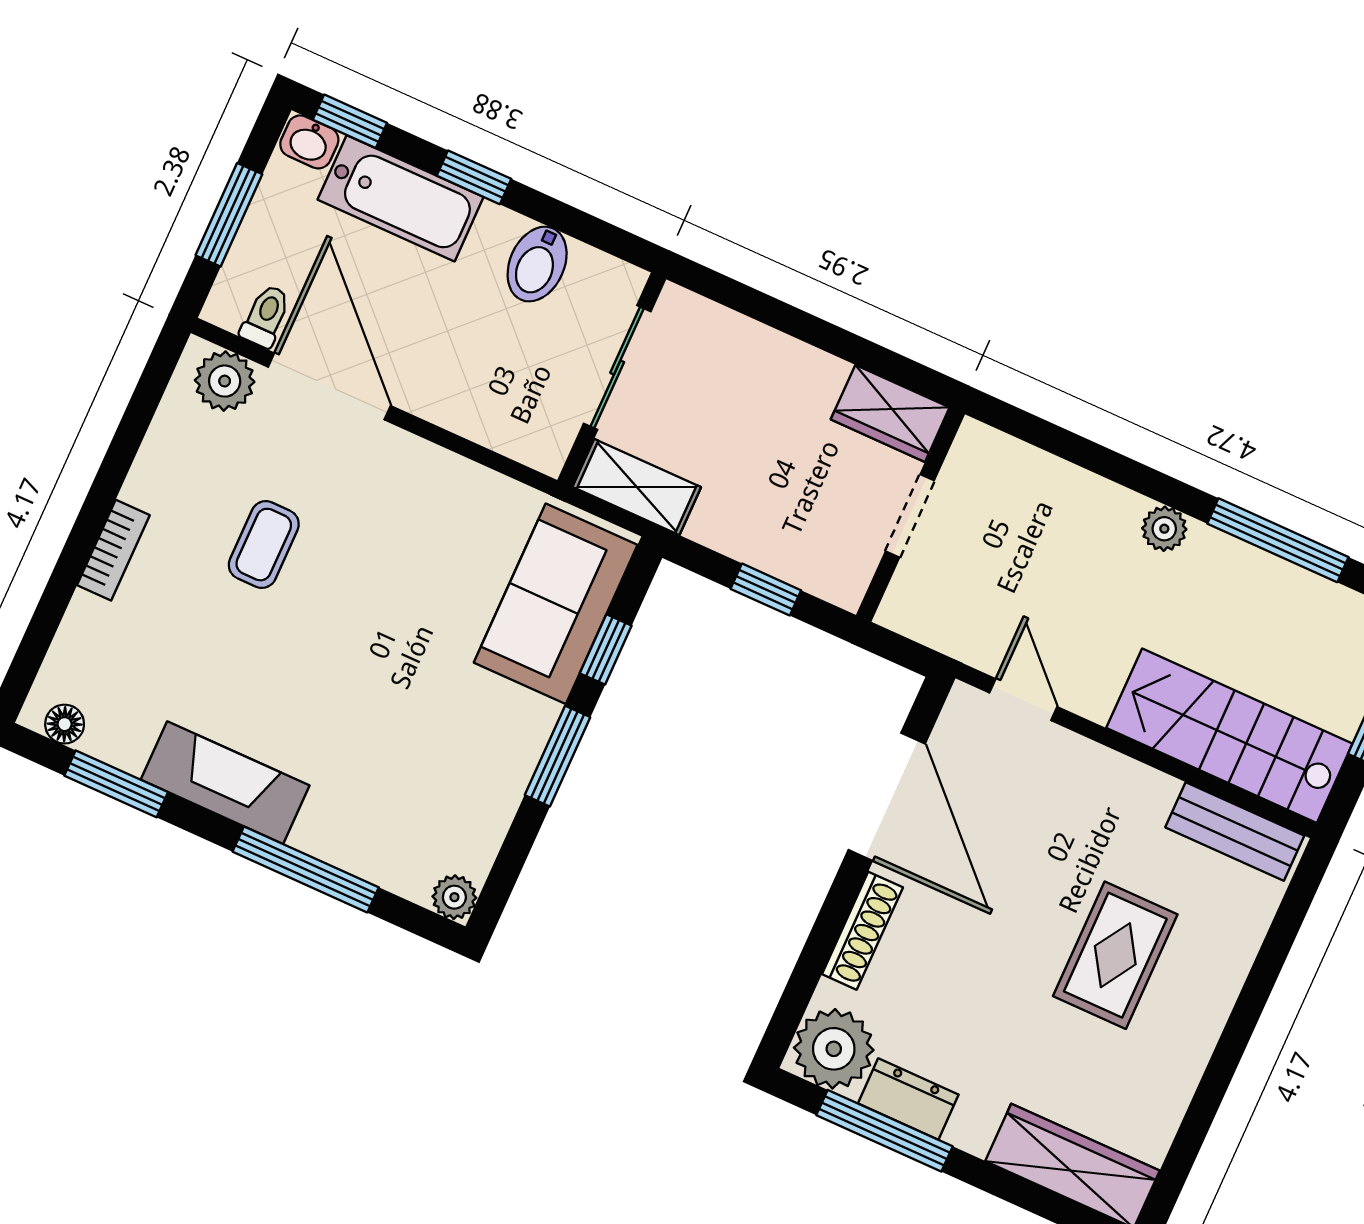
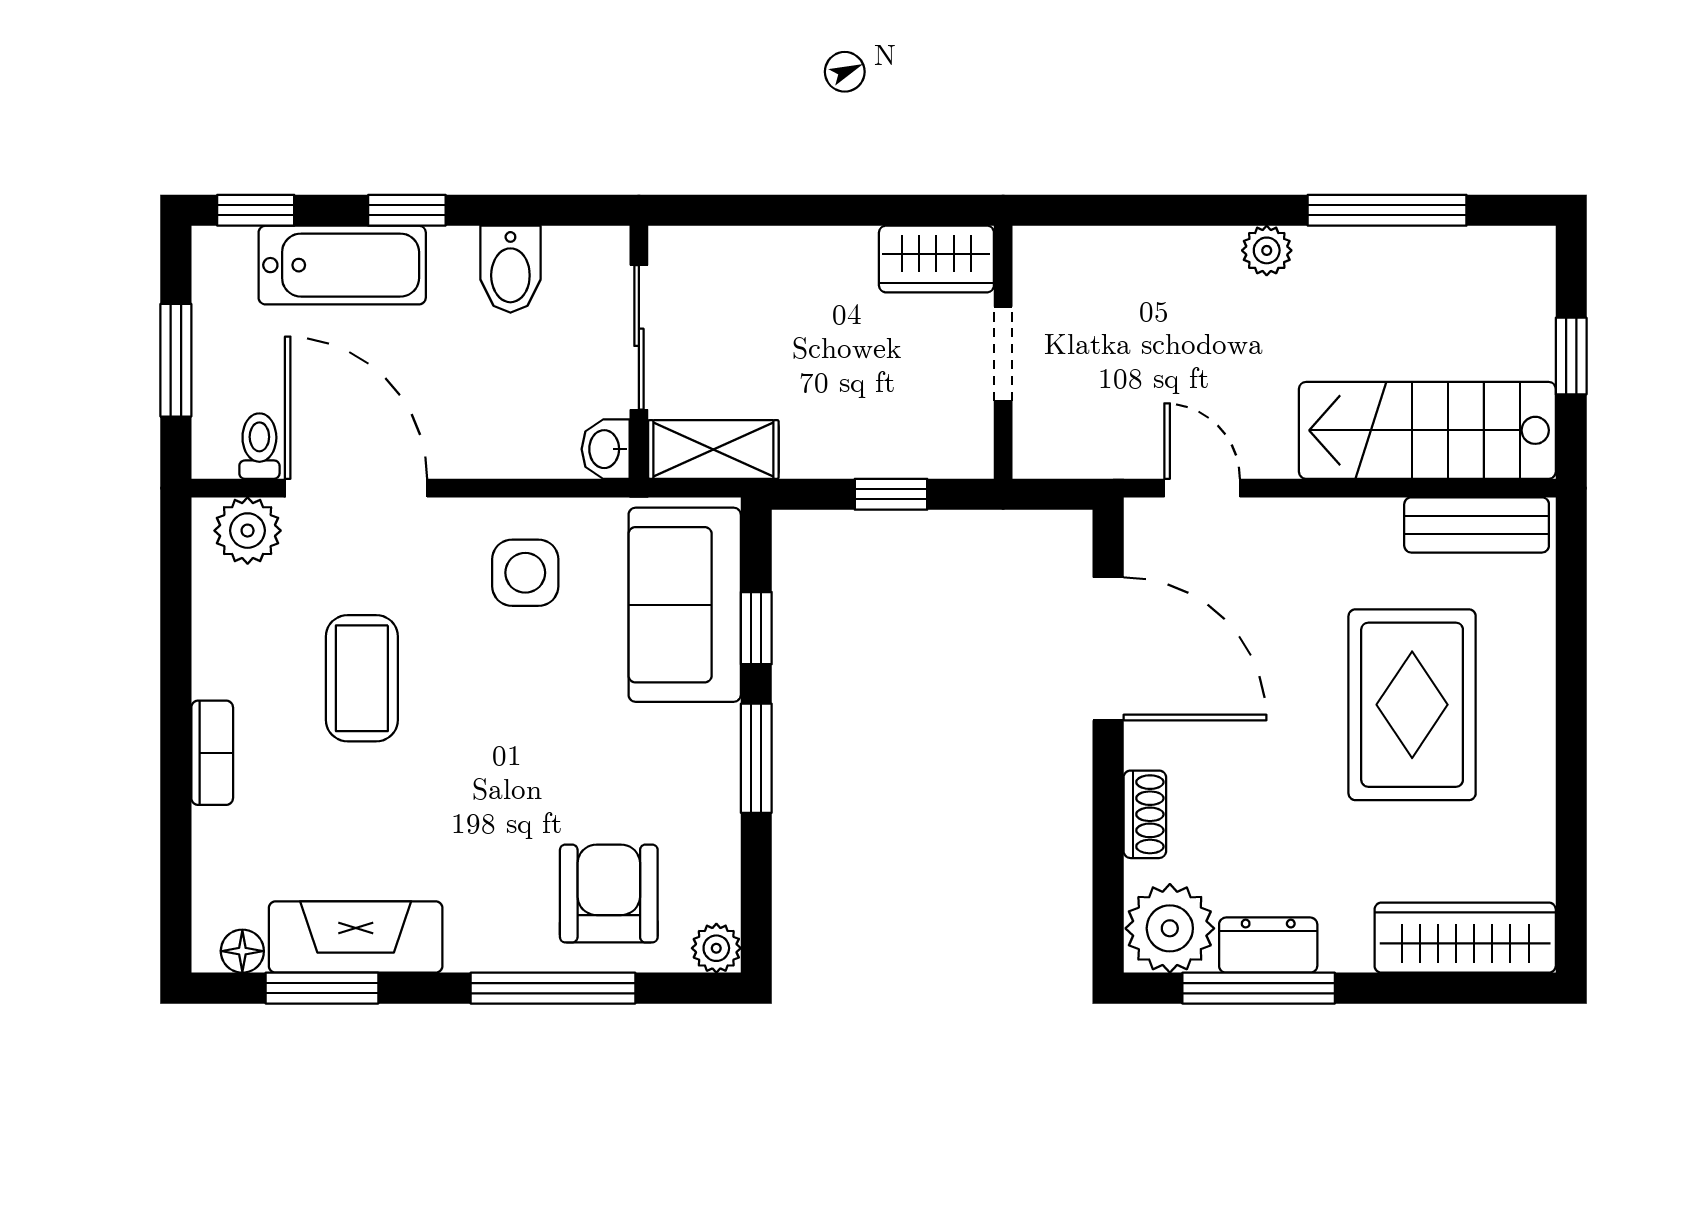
washbasin: (309, 142) -> (606, 449), moved, turned 90
side table: (437, 518) -> (525, 573), added
coffee table: (264, 545) -> (362, 678), width x1.36, depth x1.30
fireplace: (225, 783) -> (356, 937), moved
armchair: (386, 813) -> (609, 894), added
shoe rack: (862, 931) -> (1145, 814), width x0.70
rug: (1115, 955) -> (1412, 705), width x1.36, depth x1.43

